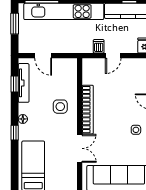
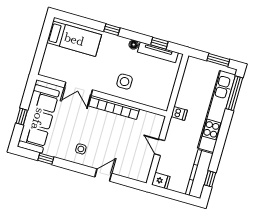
dishwasher: (99, 46) -> (179, 113), moved
door: (43, 56) -> (179, 79), removed
floor lamp: (23, 119) -> (134, 45), moved

